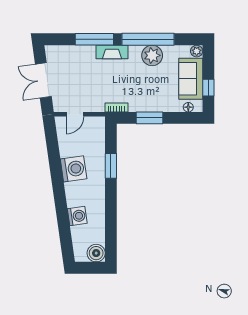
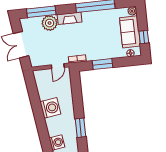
window: (94, 39) -> (41, 12), moved
plant: (152, 55) -> (50, 23), moved
door: (75, 114) -> (58, 66), moved
window: (111, 166) -> (80, 128), moved

